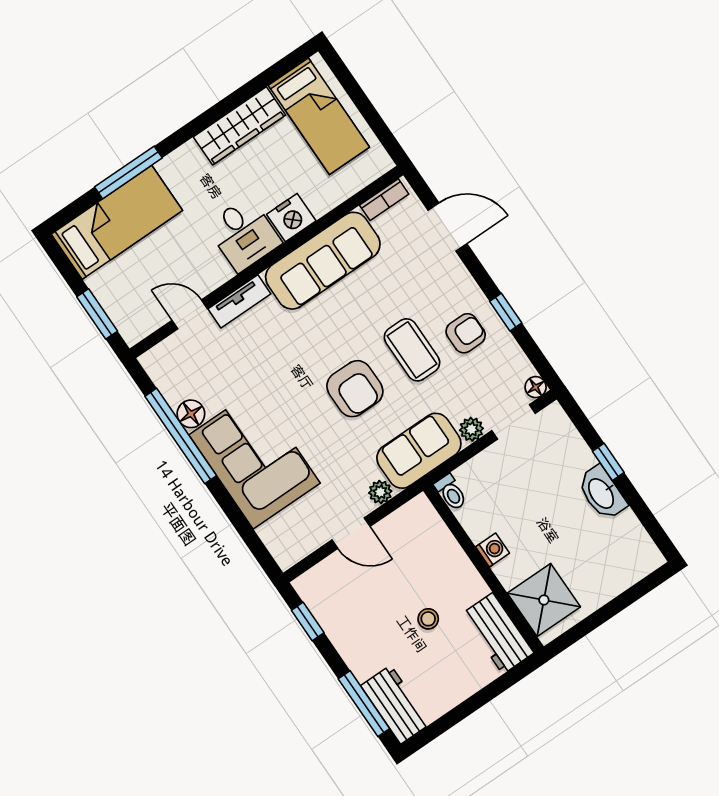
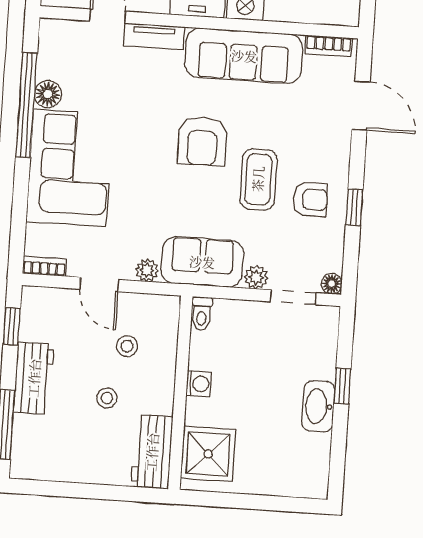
armchair: (355, 389) -> (202, 141), moved
bookcase: (296, 553) -> (45, 266), added
stool: (412, 565) -> (127, 346), added
workbench: (396, 705) -> (34, 378), moved

